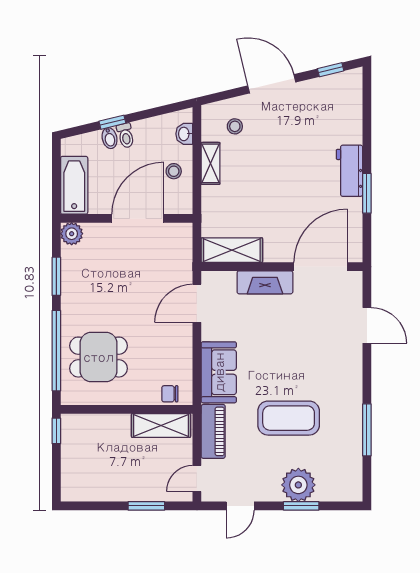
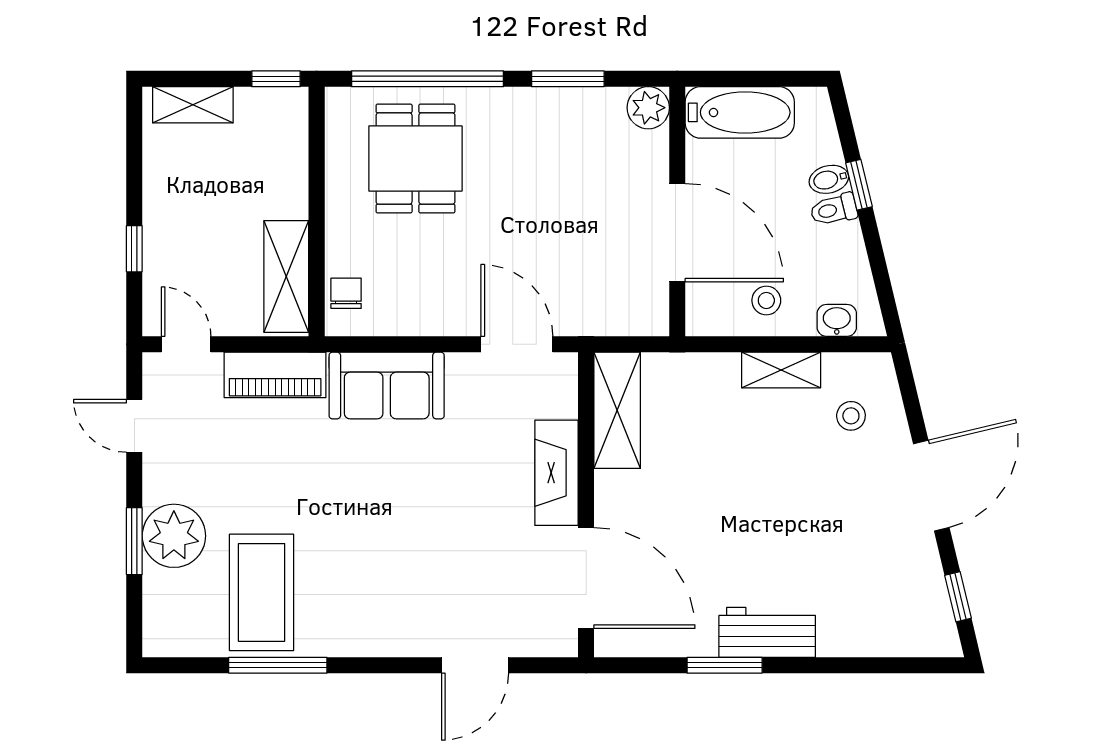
coffee table: (289, 418) -> (262, 592), moved
shelving: (70, 475) -> (193, 105), added
window: (146, 506) -> (134, 249), width x0.67

